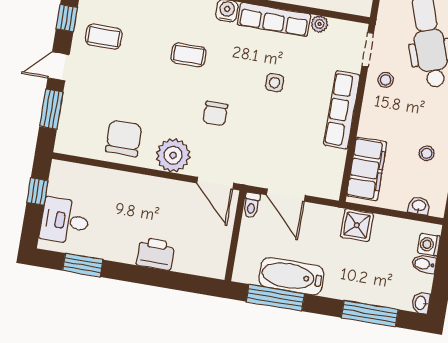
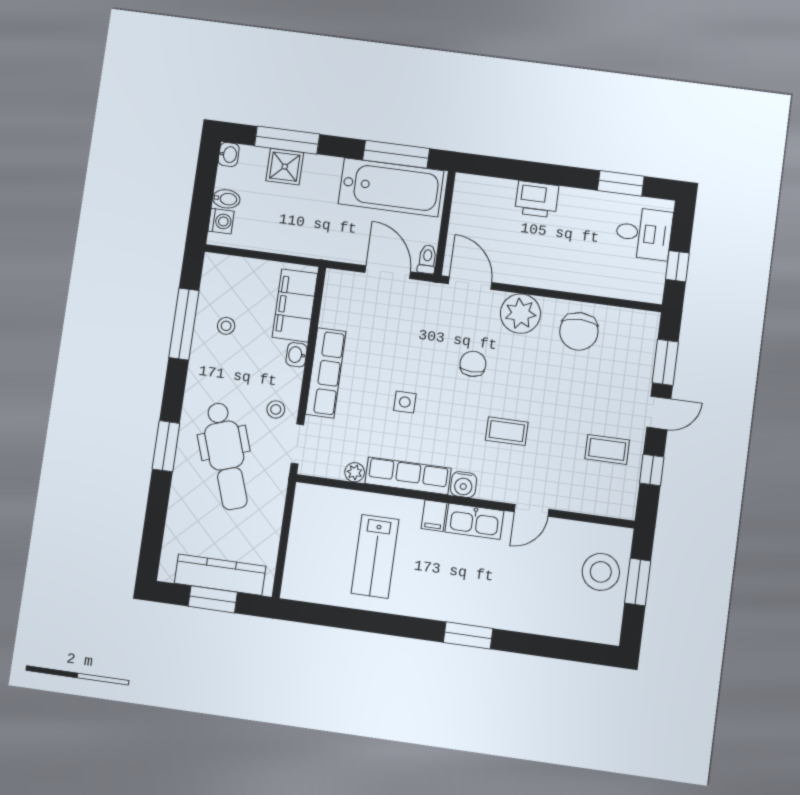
washbasin: (419, 206) -> (296, 355), moved, turned 90
shower: (357, 225) -> (285, 167), moved
bathtub: (291, 276) -> (391, 187), width x1.36, depth x1.36

